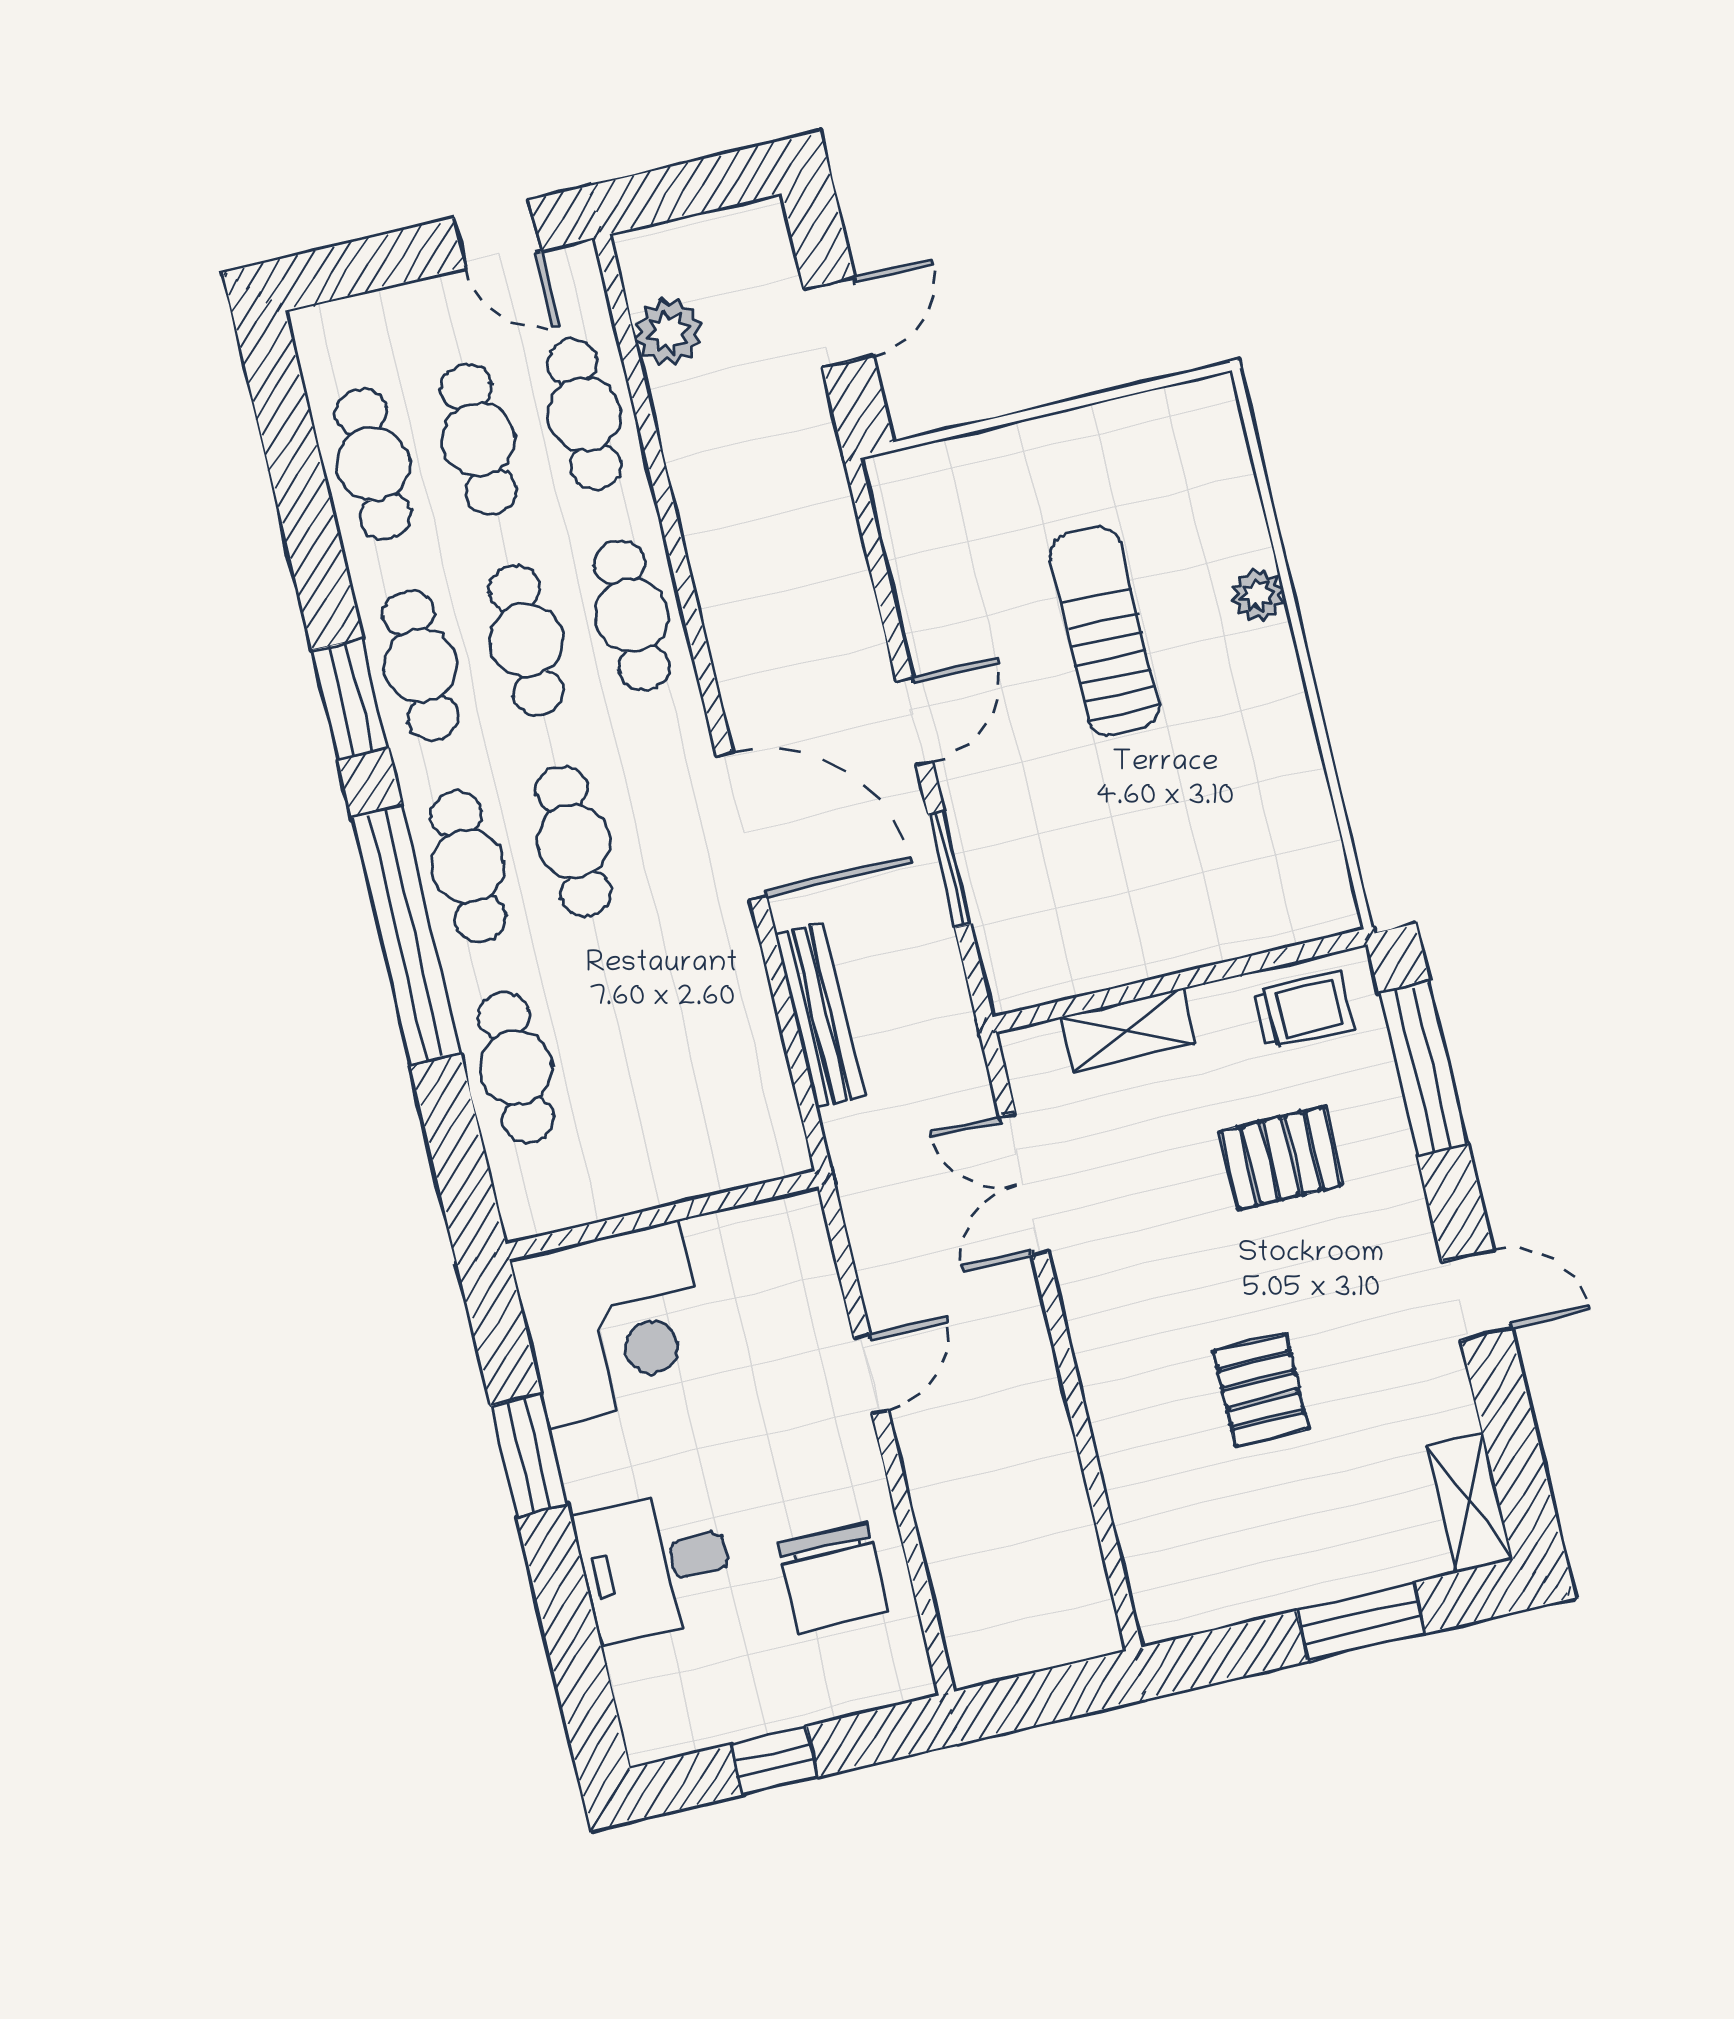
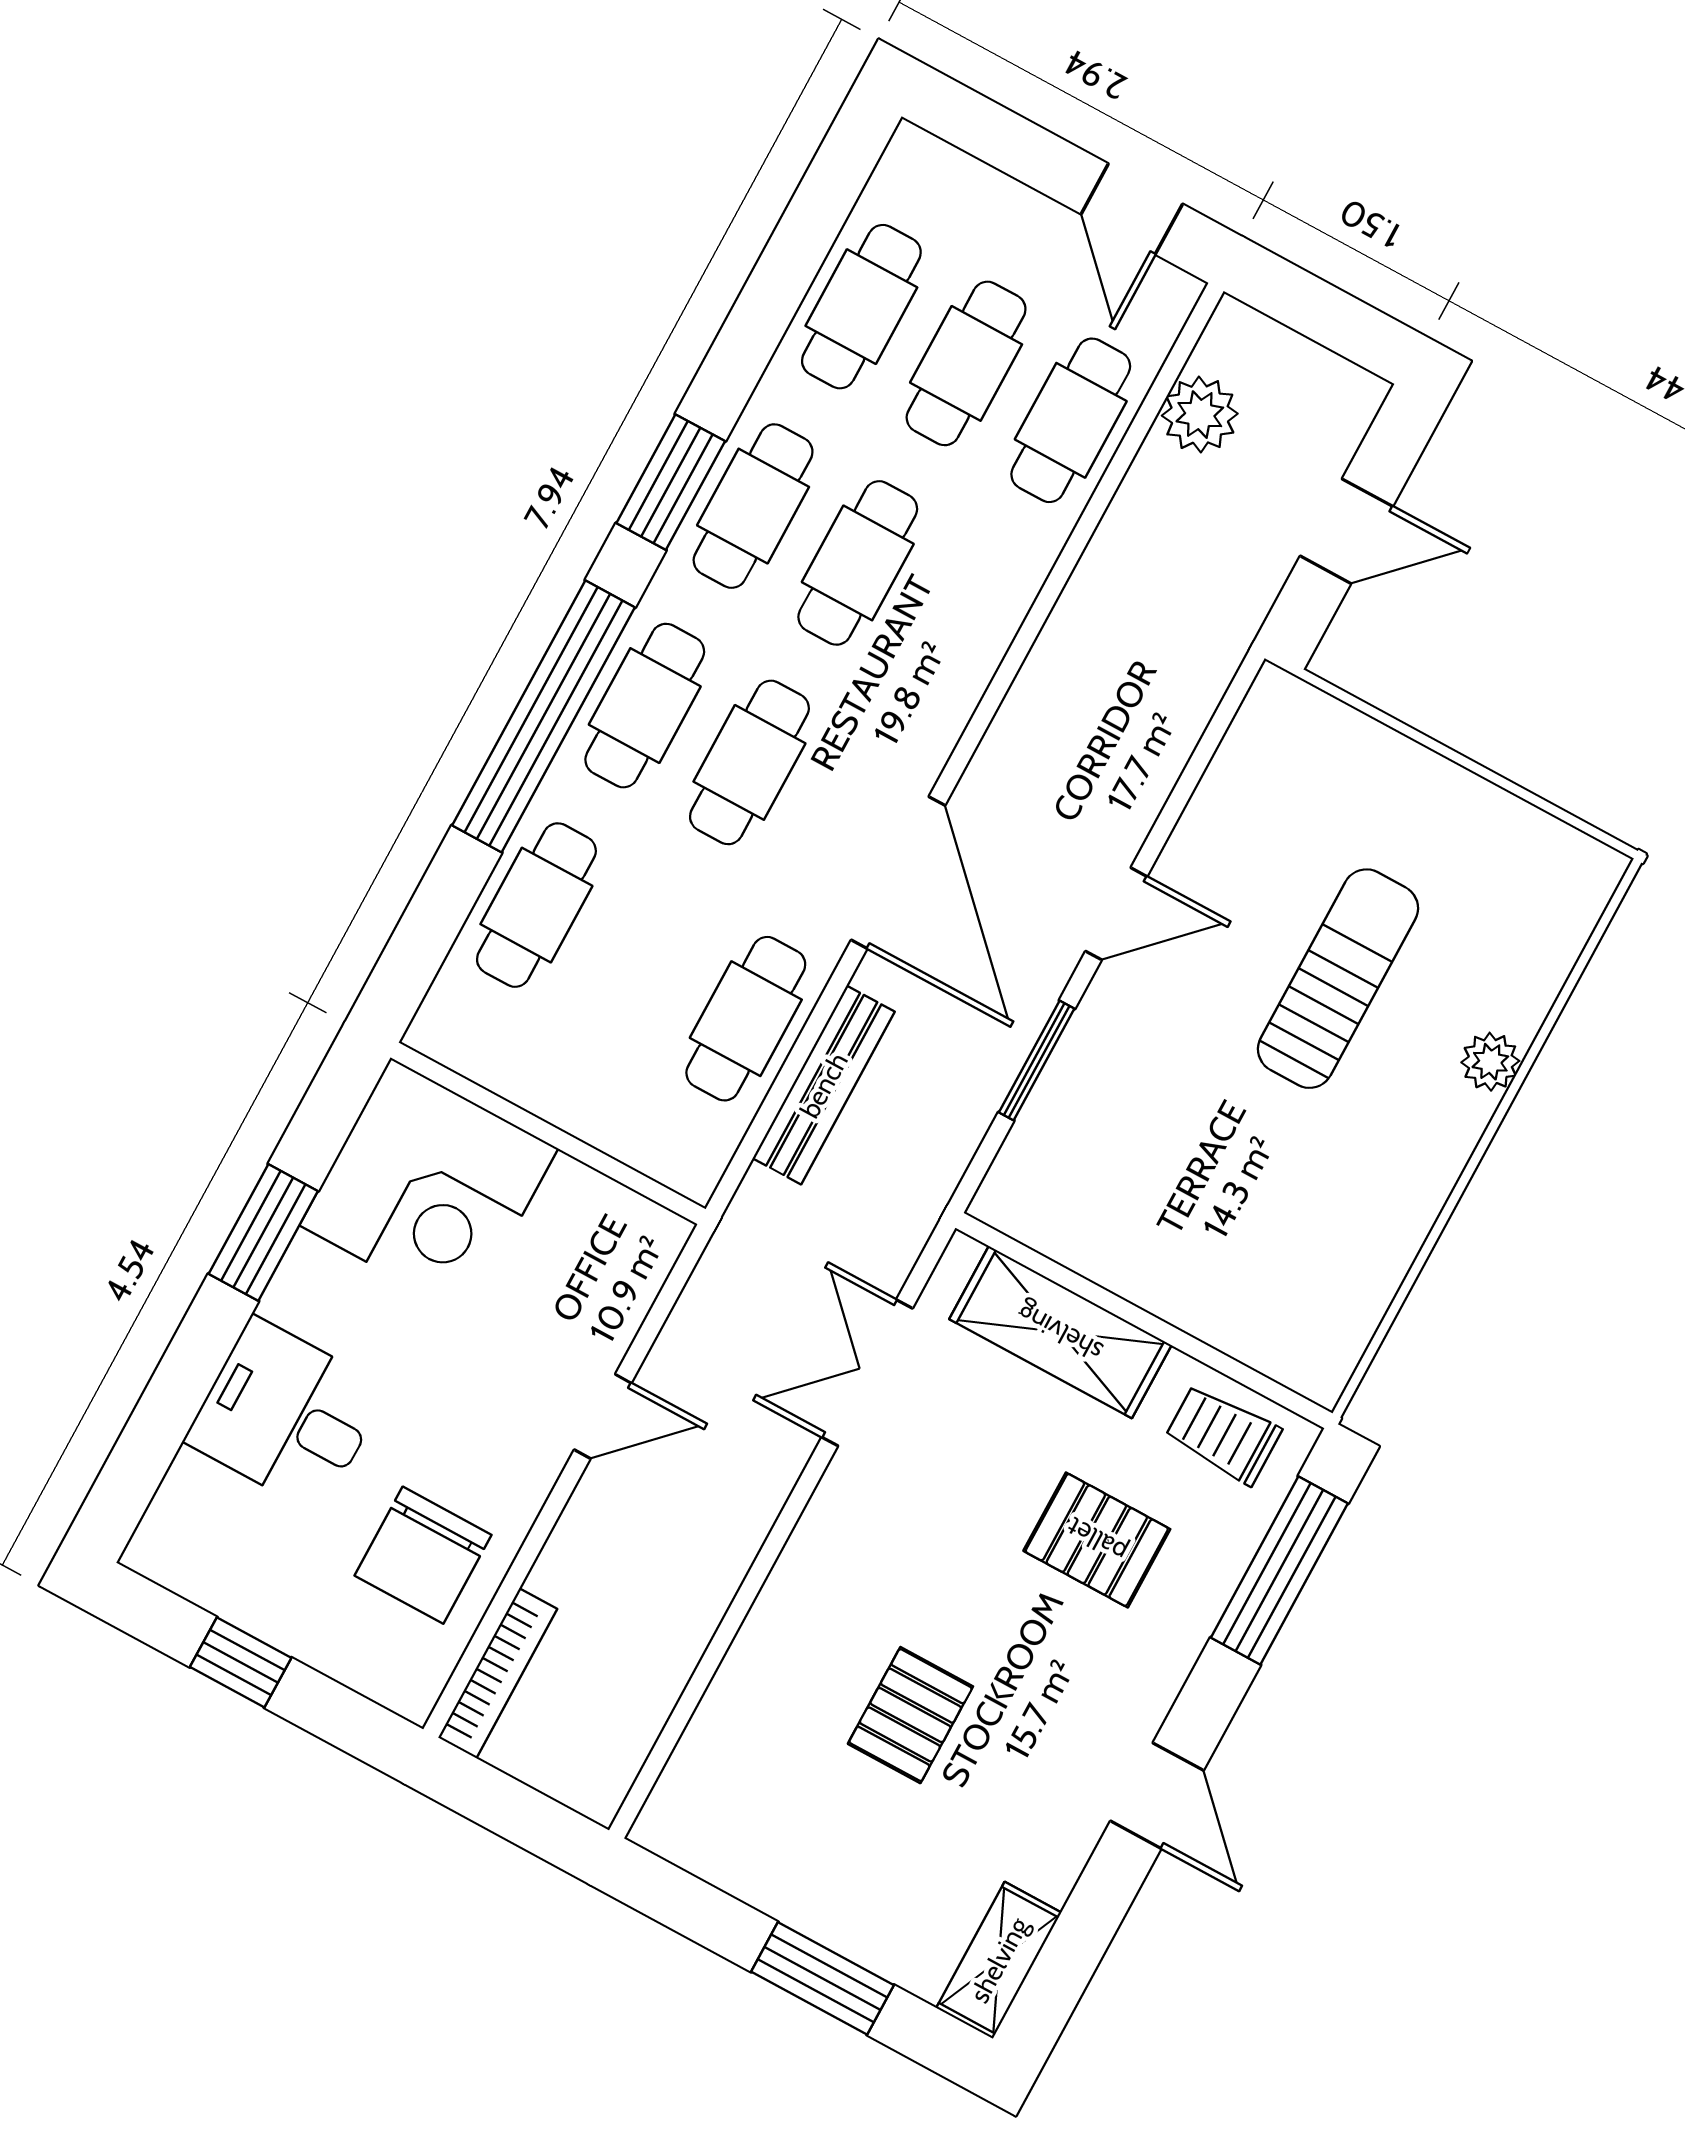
cafe table: (632, 615) -> (746, 1019), moved
trolley: (1303, 1010) -> (1223, 1434), turned 180
shelving: (1128, 1030) -> (1060, 1332), width x1.50, depth x1.33
bookcase: (955, 1612) -> (498, 1673), added

